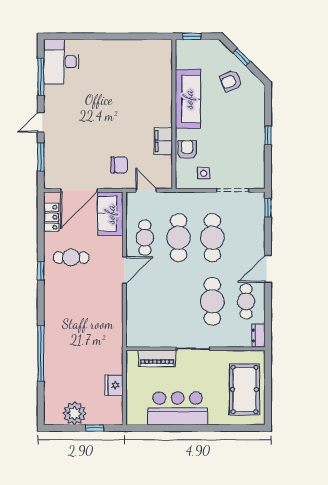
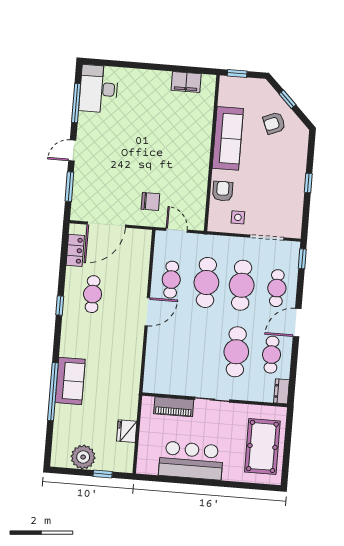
filing cabinet: (163, 141) -> (186, 82), moved, turned -90
sofa: (110, 214) -> (70, 381), moved, turned 180
cafe table: (246, 238) -> (277, 288), added
cafe table: (71, 257) -> (93, 294), turned 90

